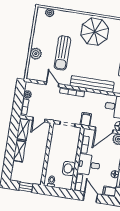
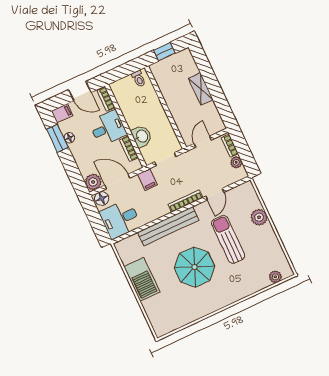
parasol: (95, 32) -> (195, 267), moved
door: (52, 84) -> (215, 194), hinge flipped
shelving: (23, 129) -> (214, 118), removed
door: (104, 130) -> (117, 182), hinge flipped
washbasin: (69, 169) -> (142, 136), moved

